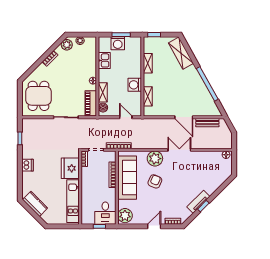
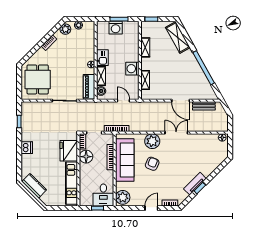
kitchen sink: (104, 60) -> (102, 58), moved
floor lamp: (88, 174) -> (86, 157), added

